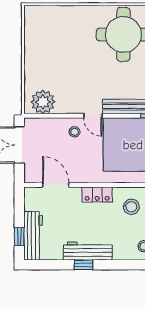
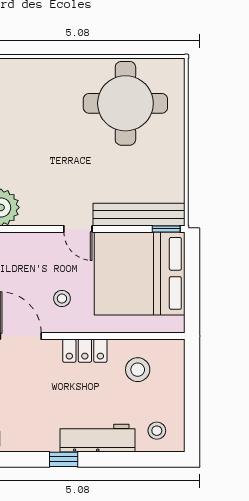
stool: (75, 132) -> (62, 299), moved
workbench: (88, 251) -> (97, 438), moved

